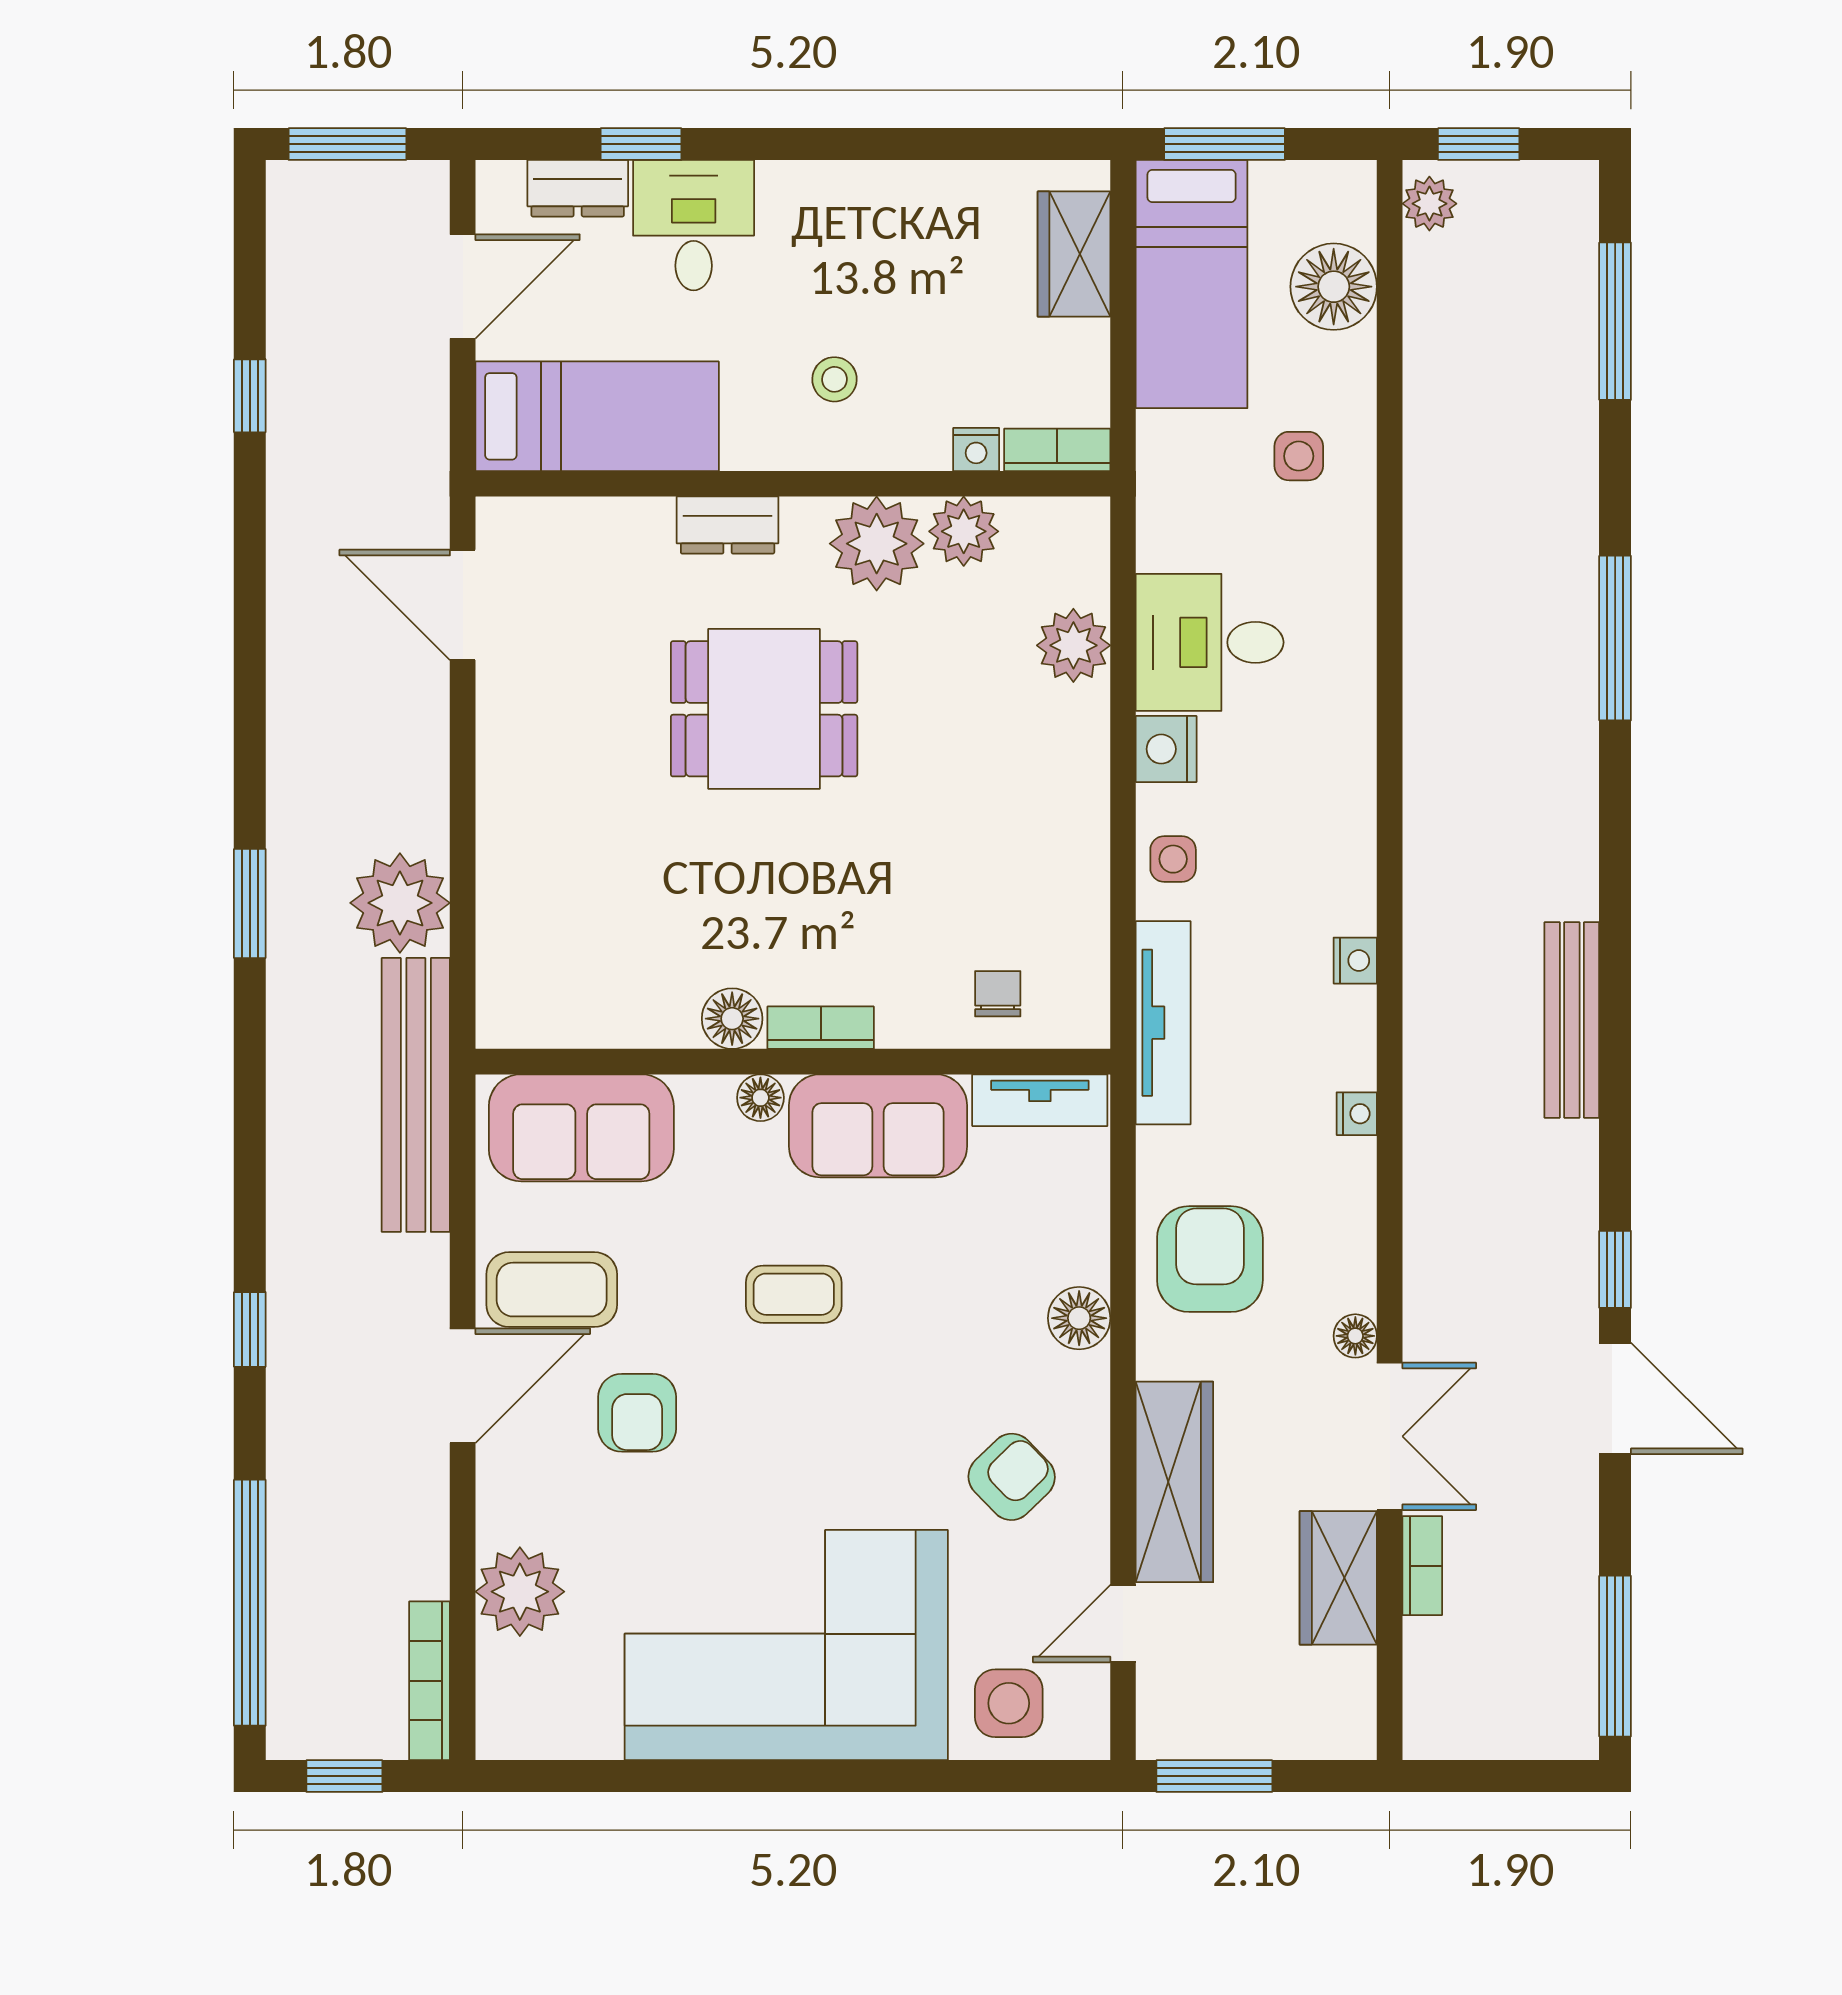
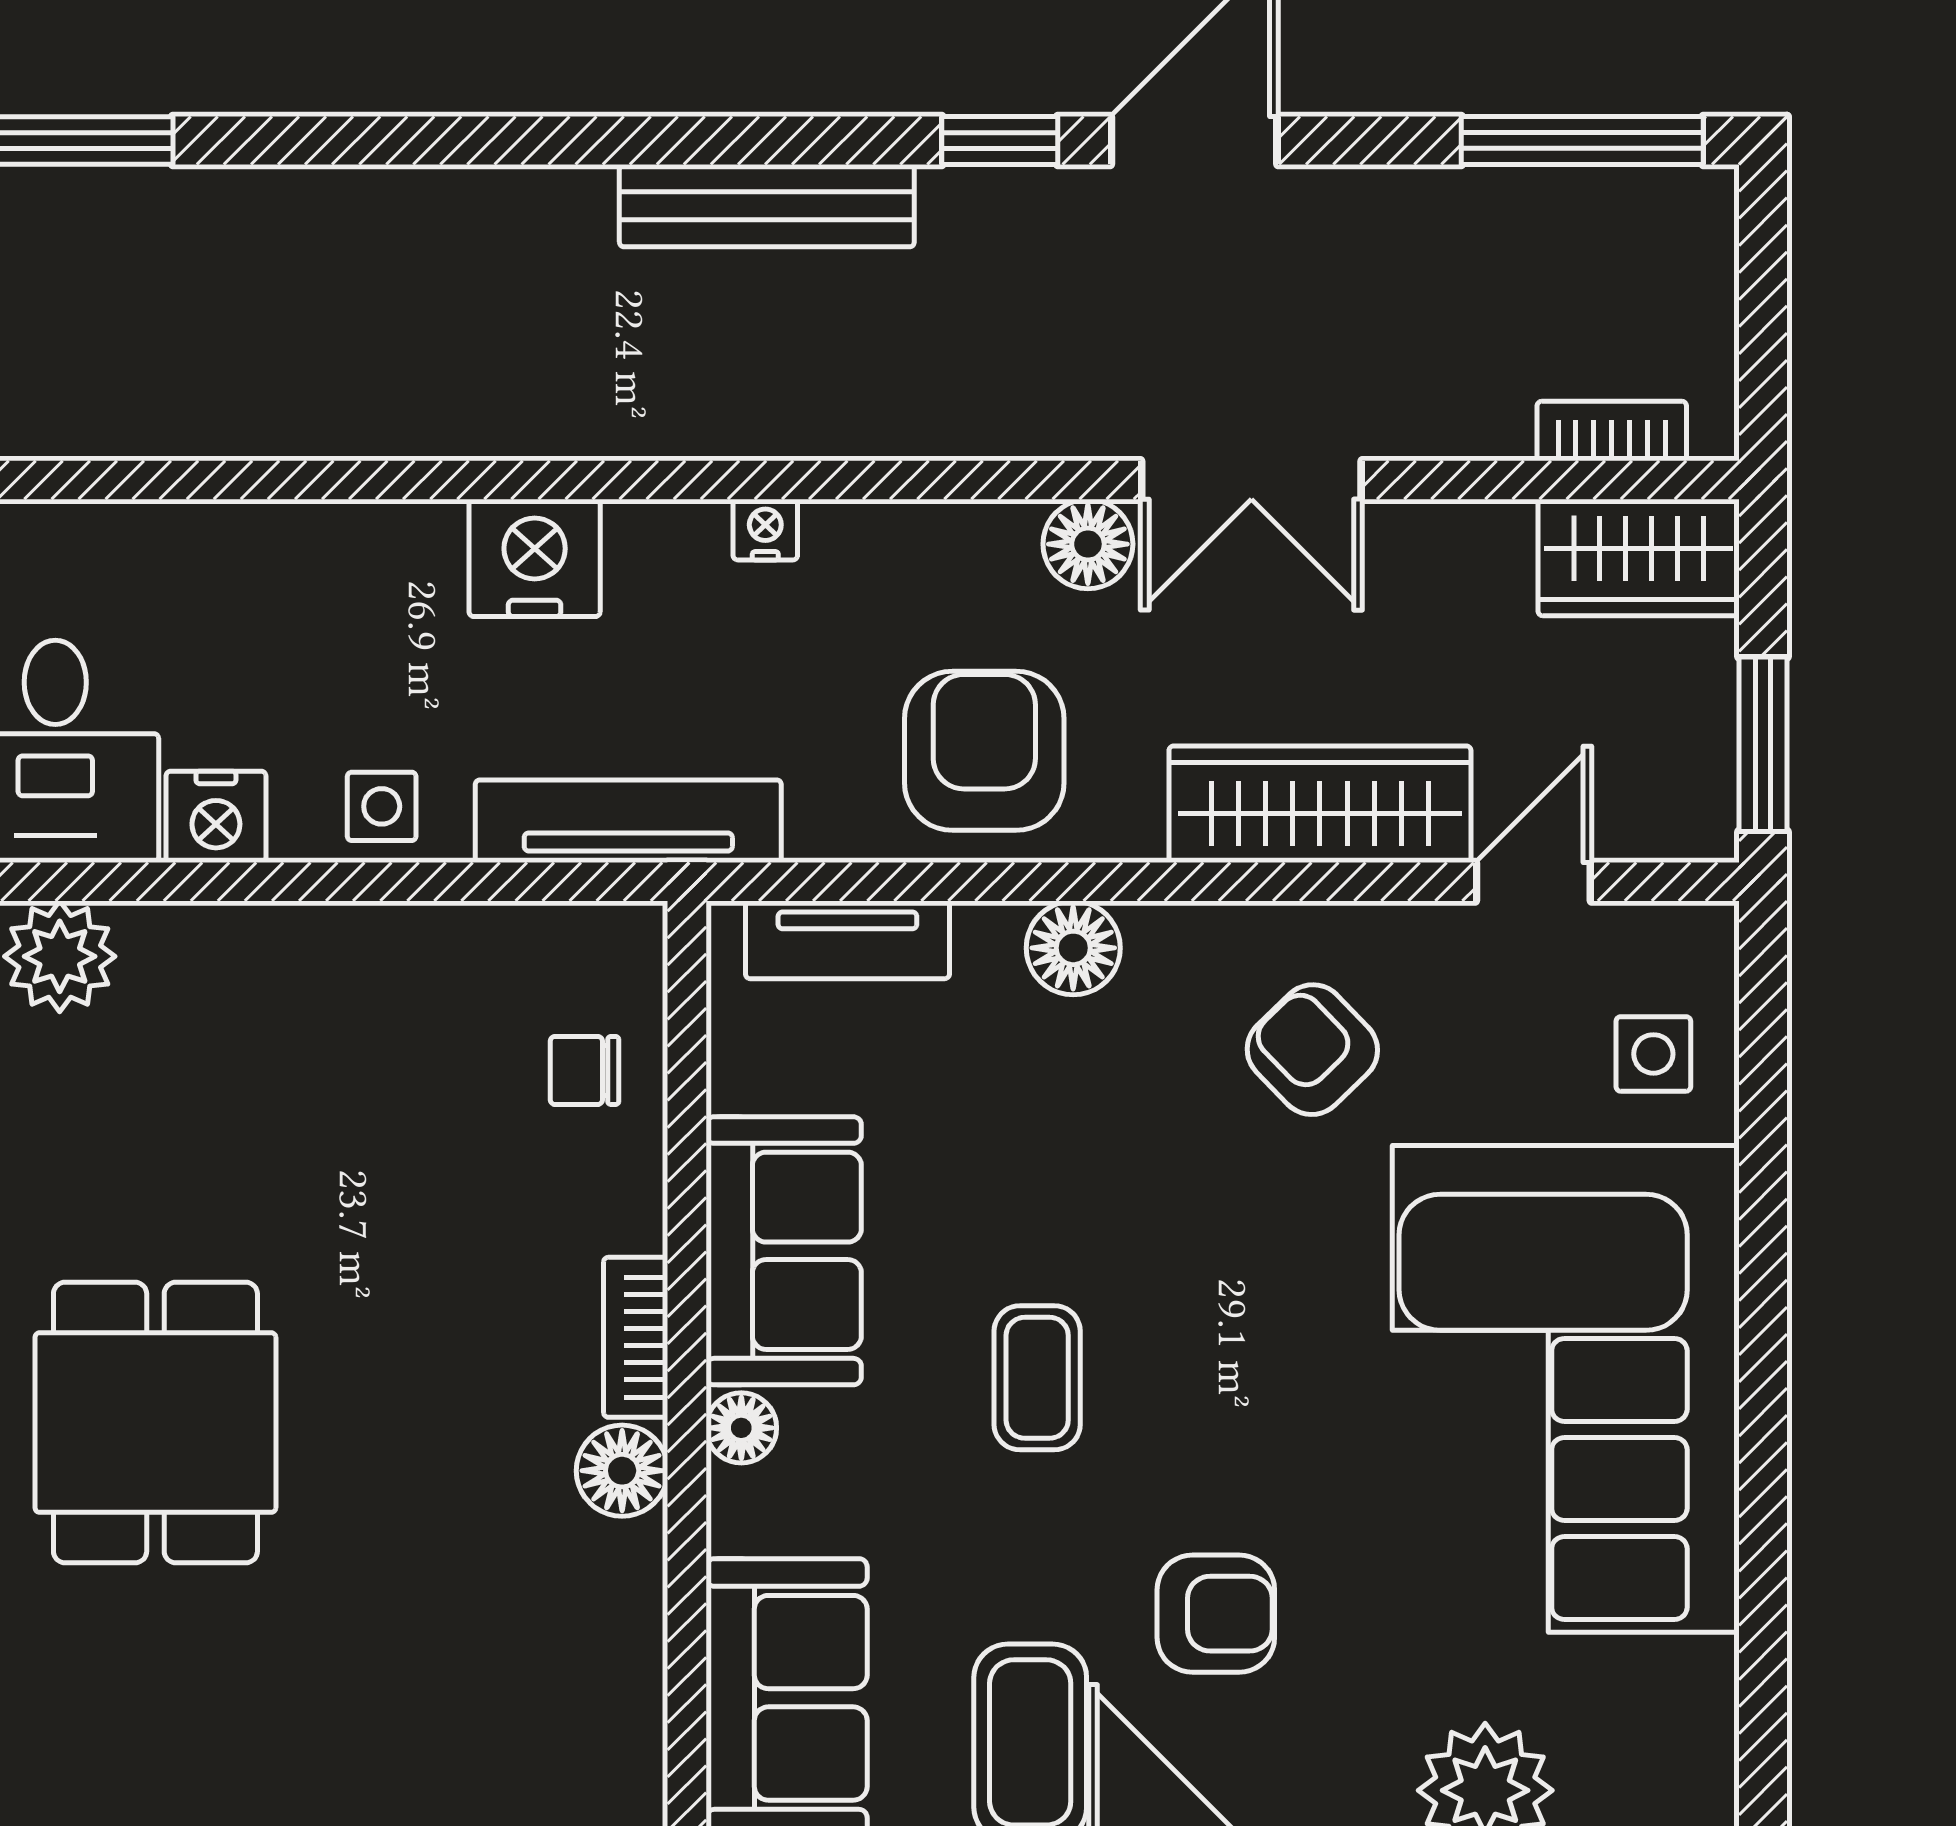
nightstand: (1355, 961) -> (535, 558), width x1.89, depth x1.79
bench: (1572, 1020) -> (767, 206), moved
tv unit: (1040, 1100) -> (847, 940), moved, turned 90
armchair: (1210, 1259) -> (984, 751), turned 90
floor lamp: (1355, 1336) -> (1088, 544), width x1.37, depth x1.37
double door: (1390, 1436) -> (1251, 480), swing flipped
bookcase: (1422, 1566) -> (1612, 431), moved
wardrobe: (1338, 1578) -> (1639, 557), moved
door: (1123, 1624) -> (1533, 882), swing flipped
side table: (1009, 1703) -> (1653, 1054), width x0.73, depth x0.73

